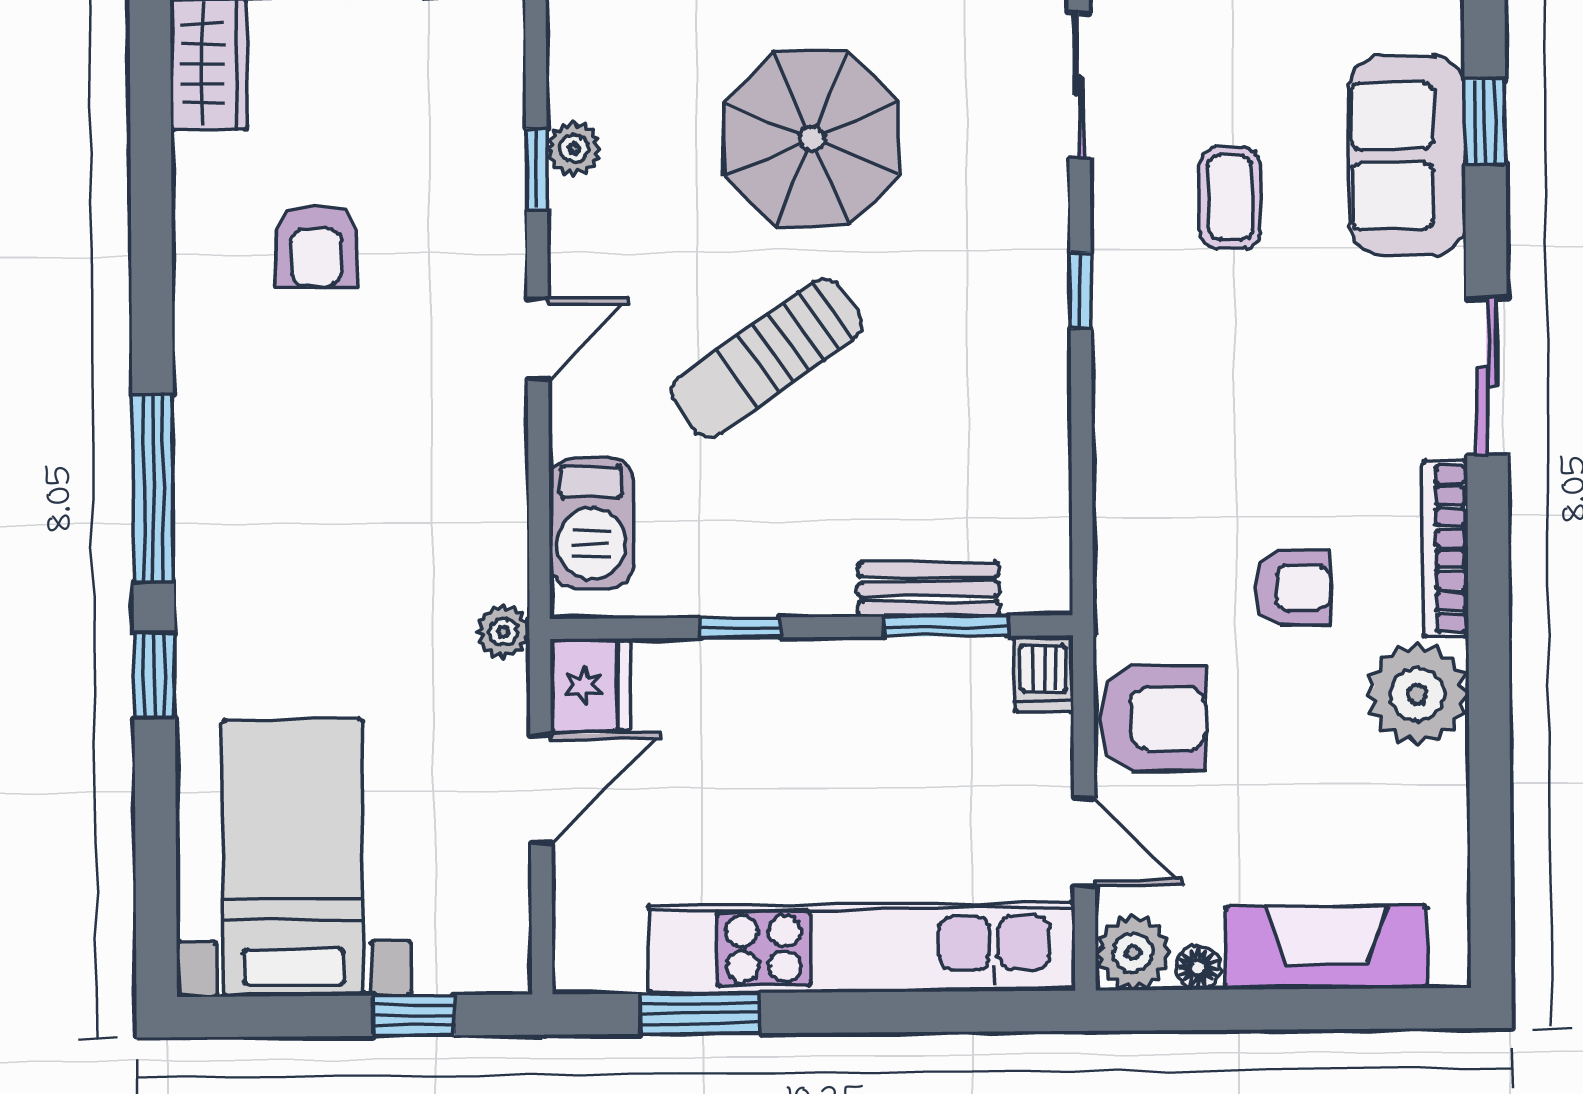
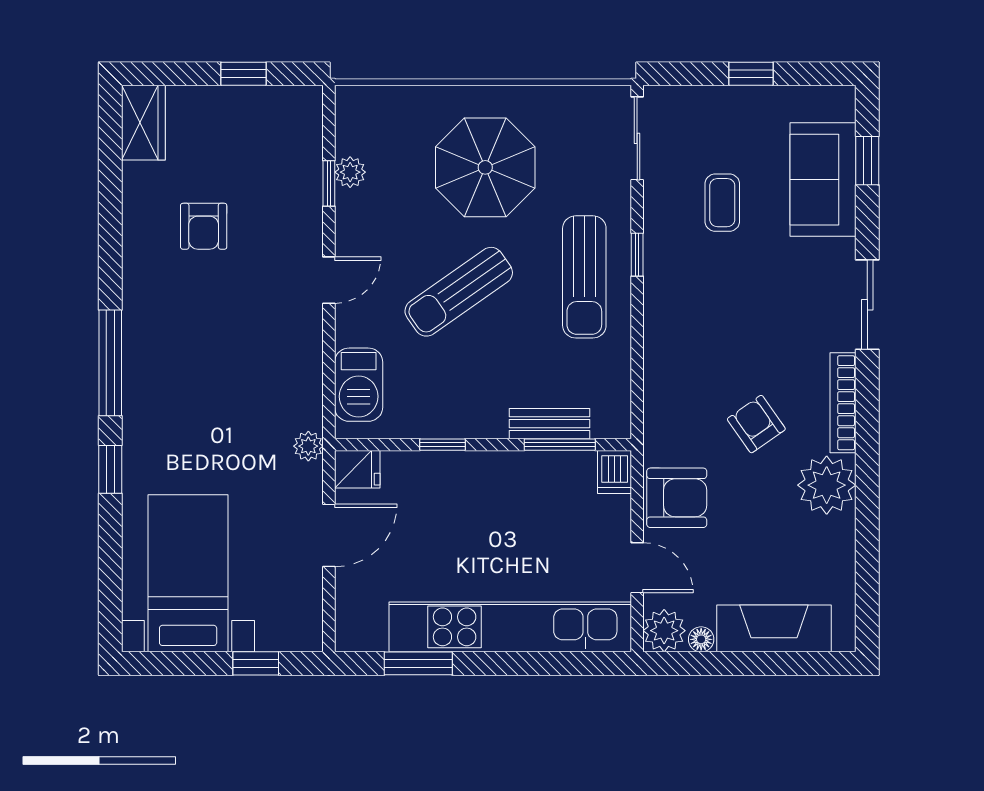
sun lounger: (988, 330) -> (584, 277), added
armchair: (1293, 587) -> (756, 424), turned -125
fridge: (590, 685) -> (357, 469), width x0.72

